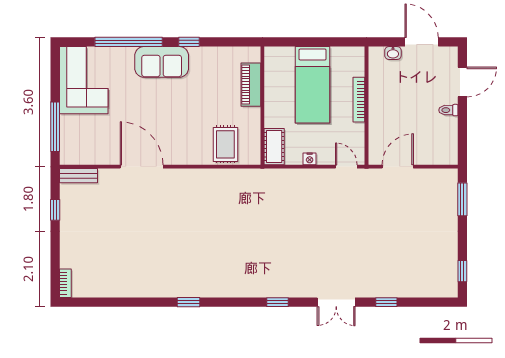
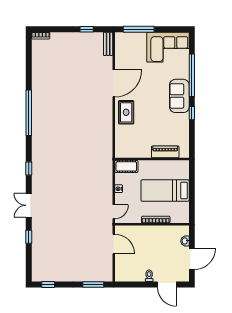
rug: (225, 144) -> (126, 112), moved, turned 90
window: (188, 302) -> (29, 113), width x3.17

